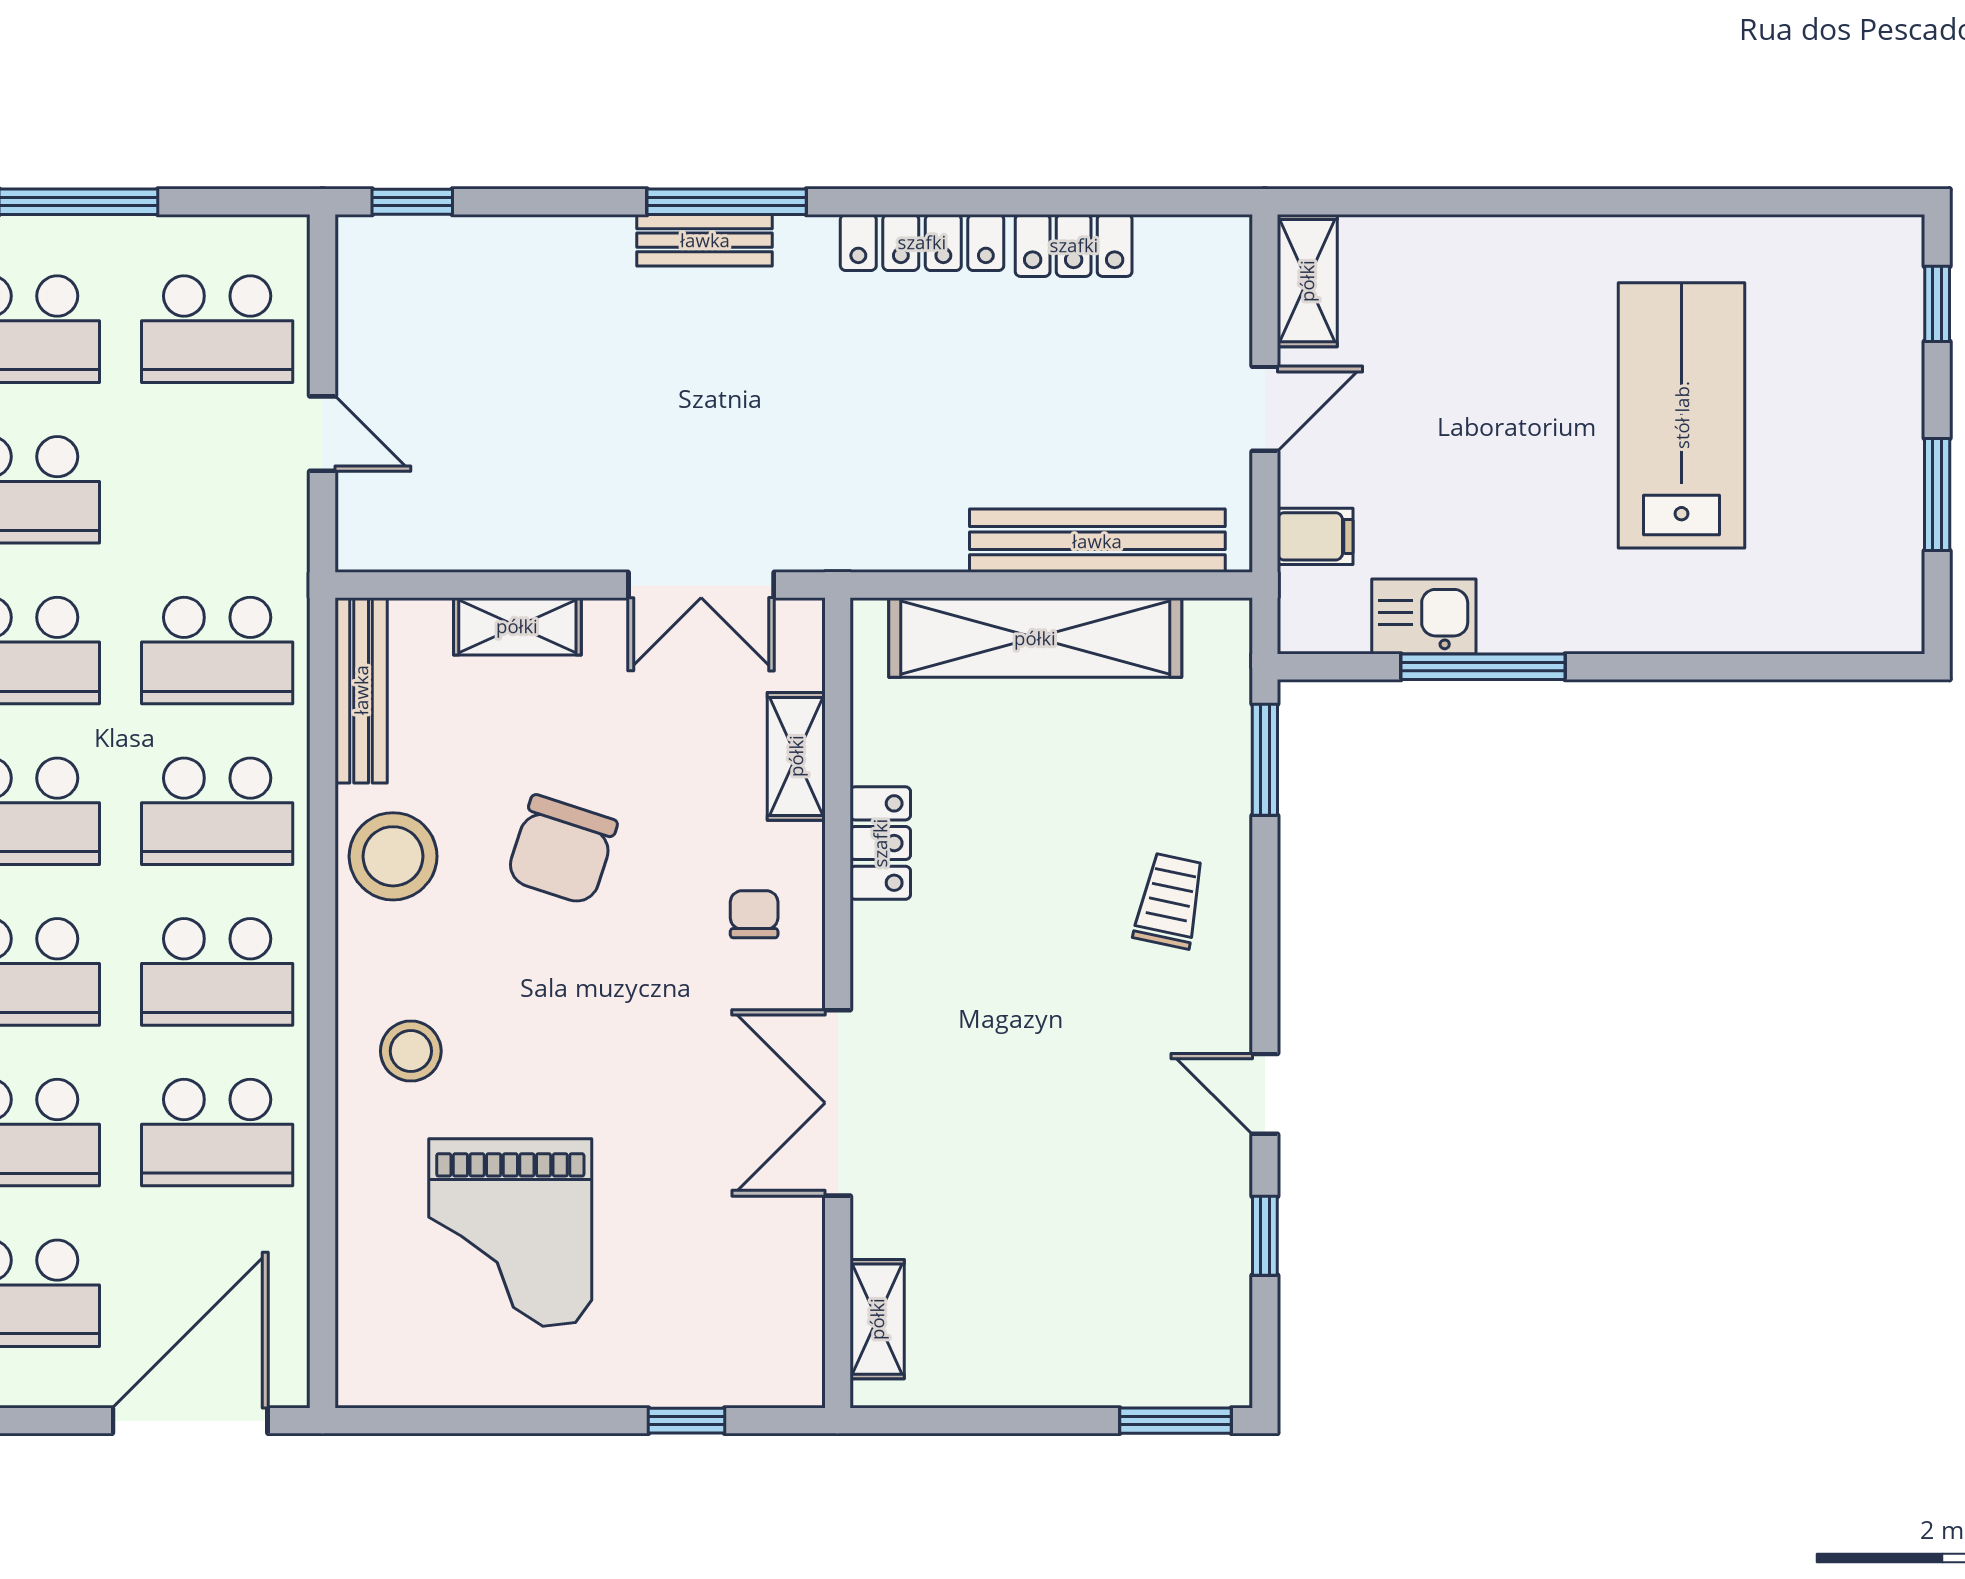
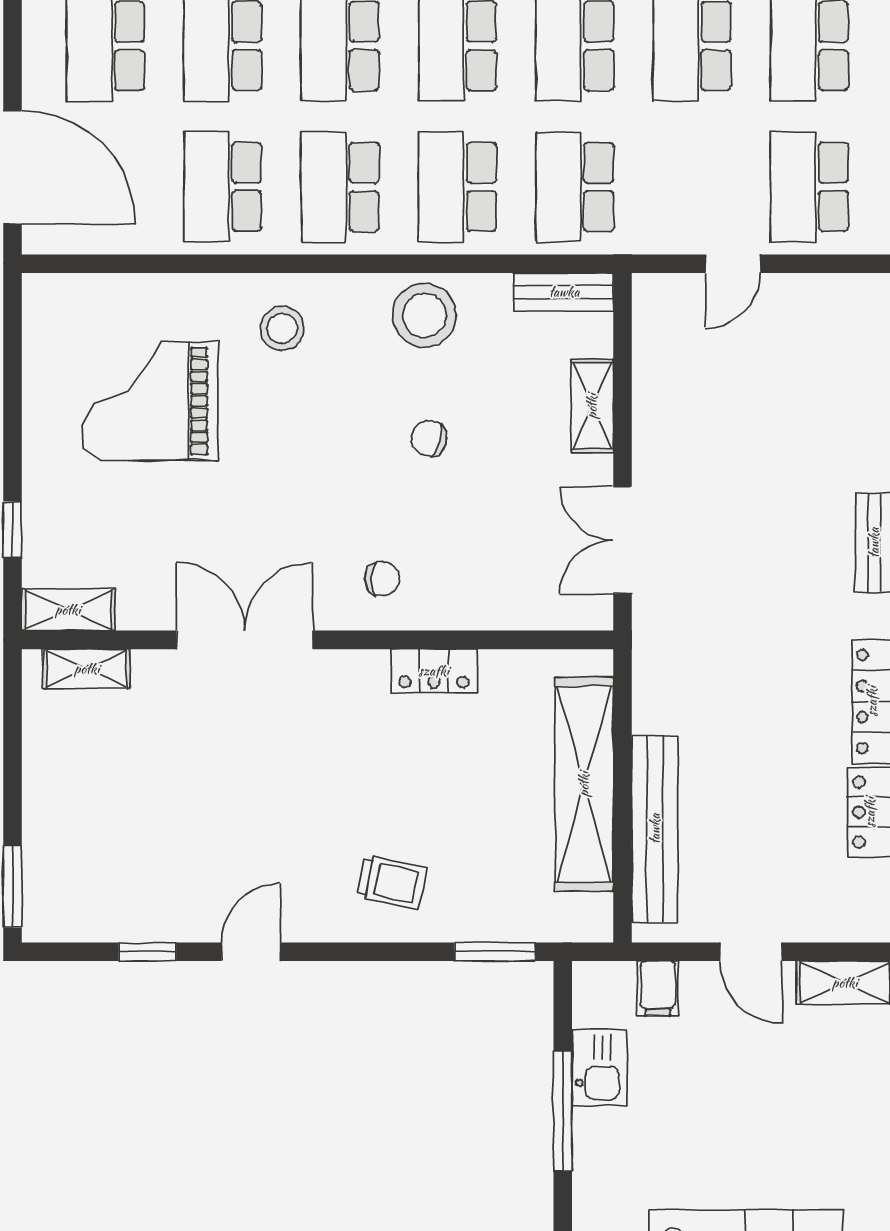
bench: (361, 690) -> (564, 292), width x0.73
shelving: (796, 756) -> (68, 610), moved
chair: (562, 850) -> (429, 438), width x0.54, depth x0.54

